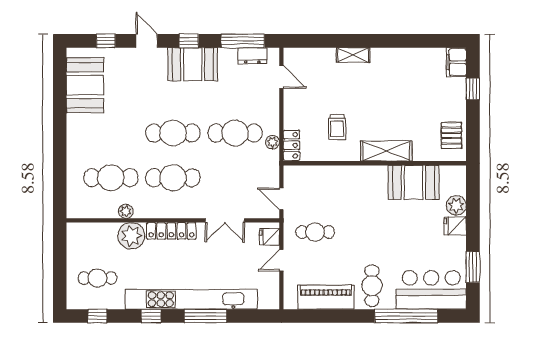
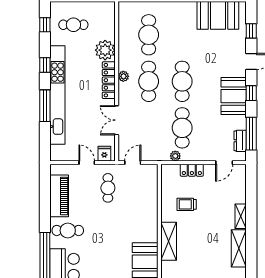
shelving: (396, 58) -> (239, 248), added
locker: (292, 145) -> (192, 170), moved
plant: (126, 211) -> (123, 76), moved
cafe table: (97, 278) -> (73, 25), turned 90

